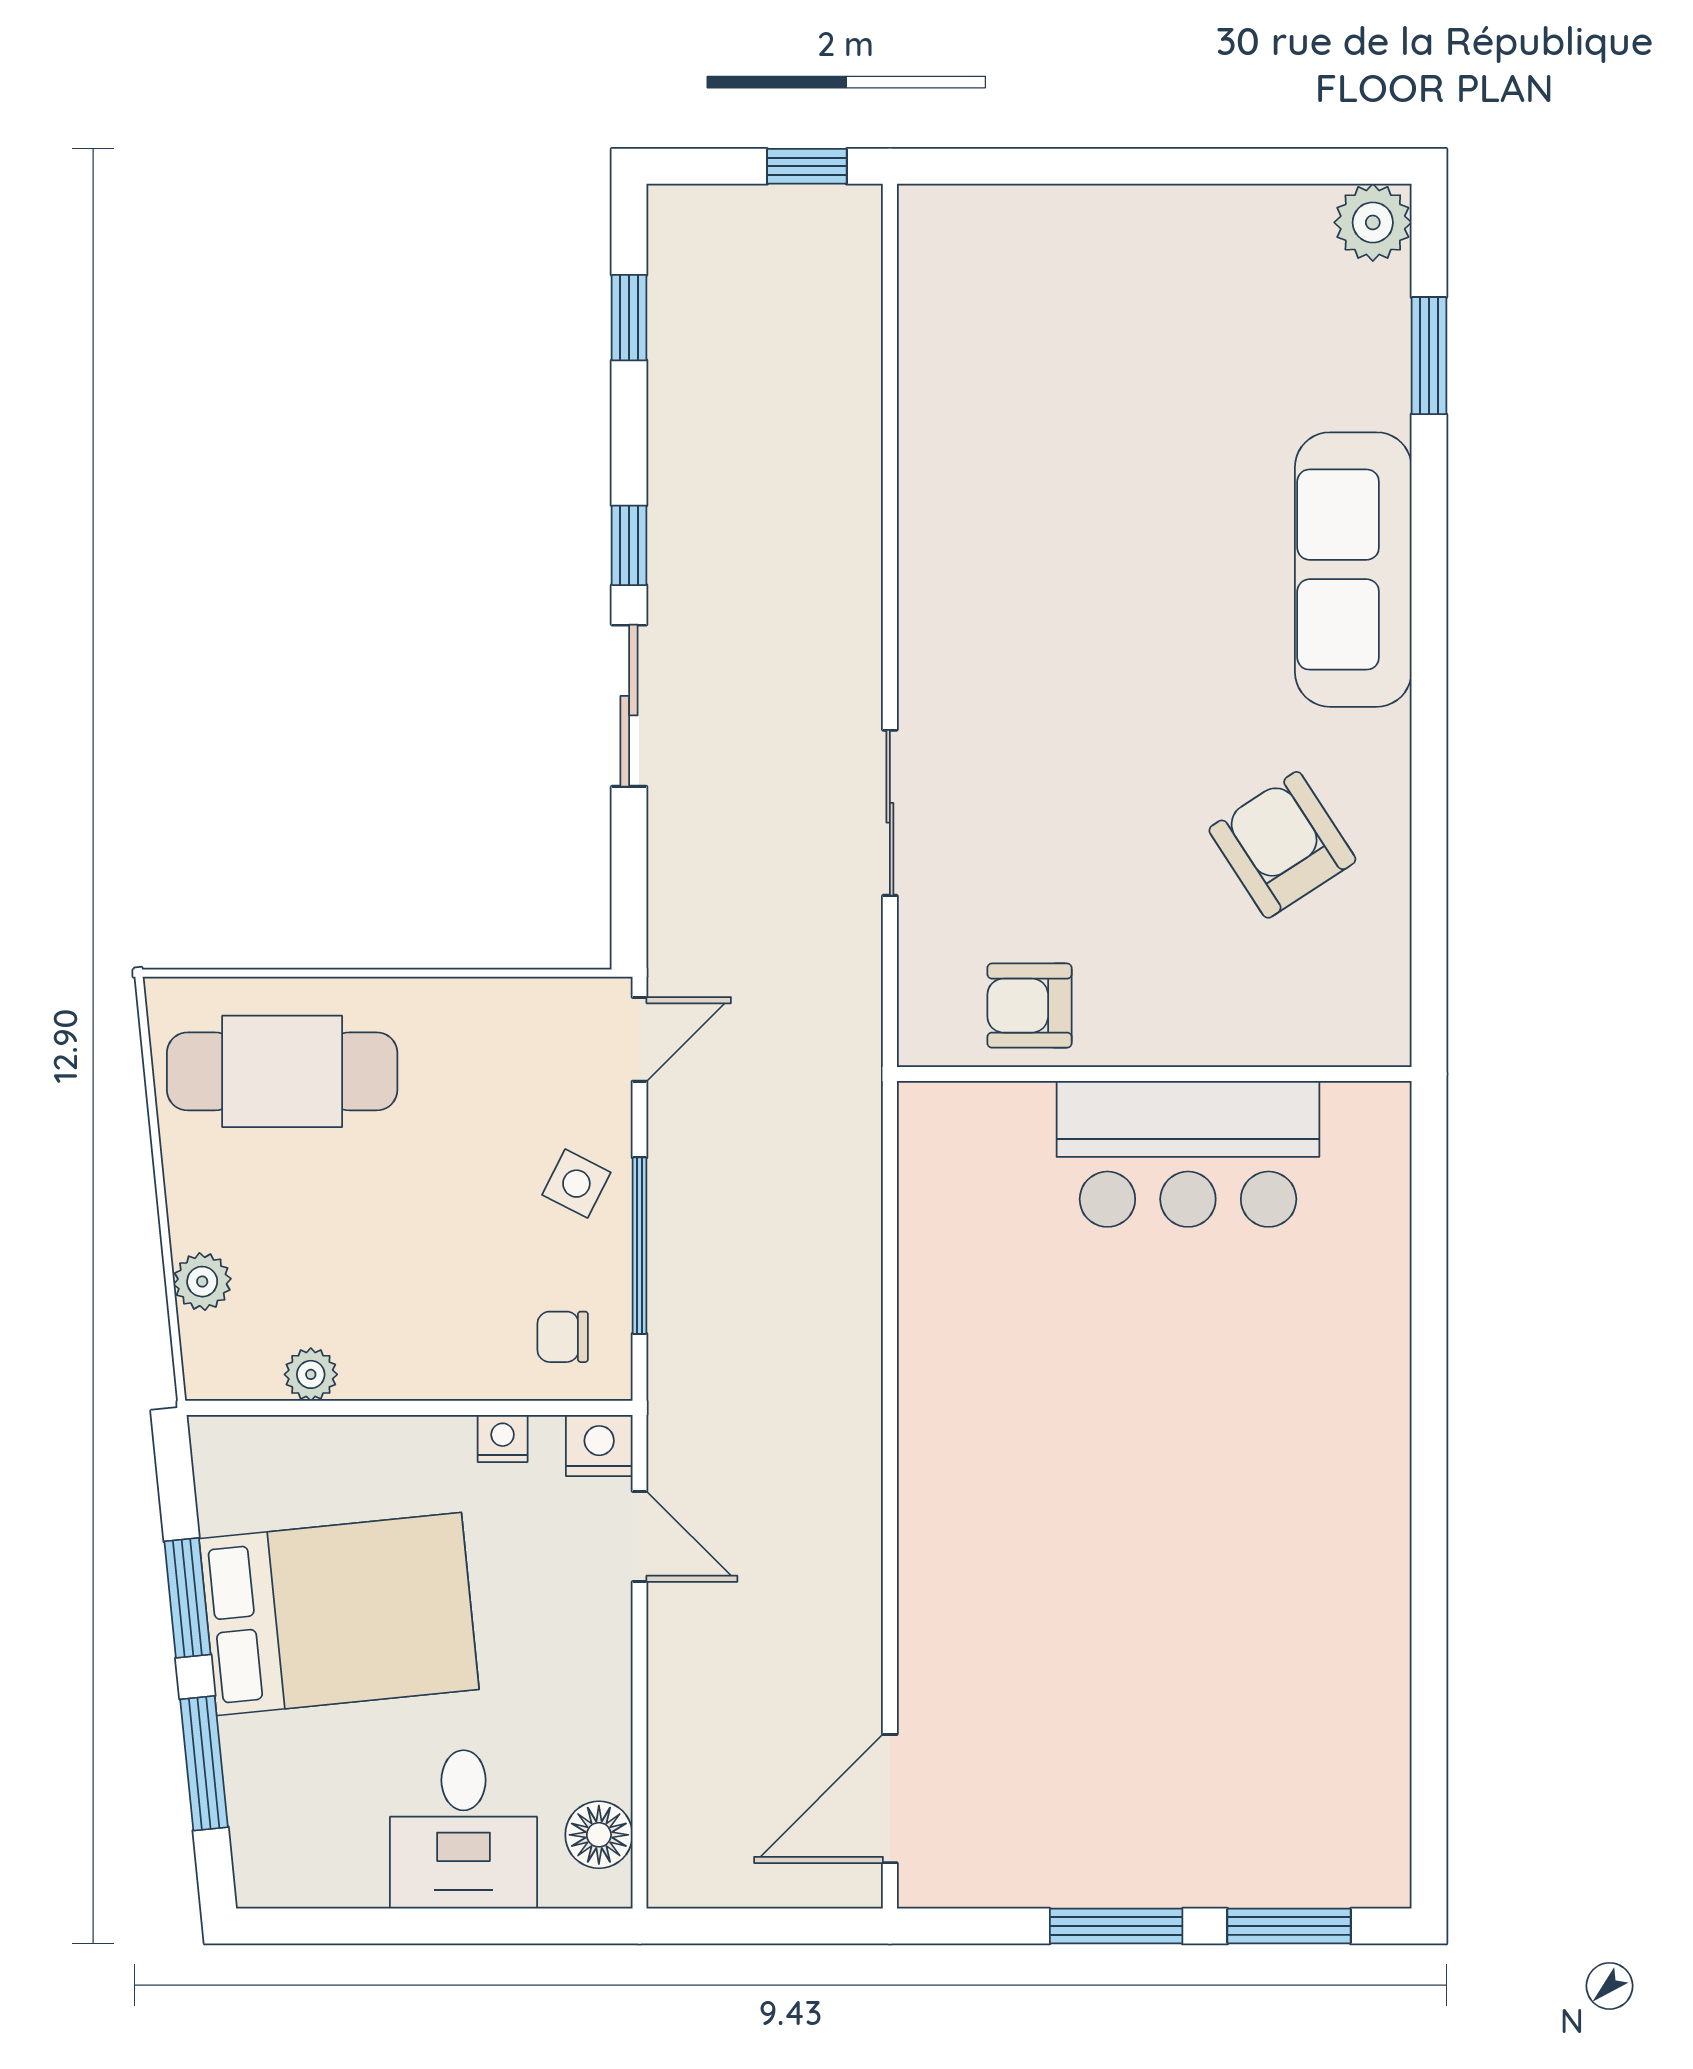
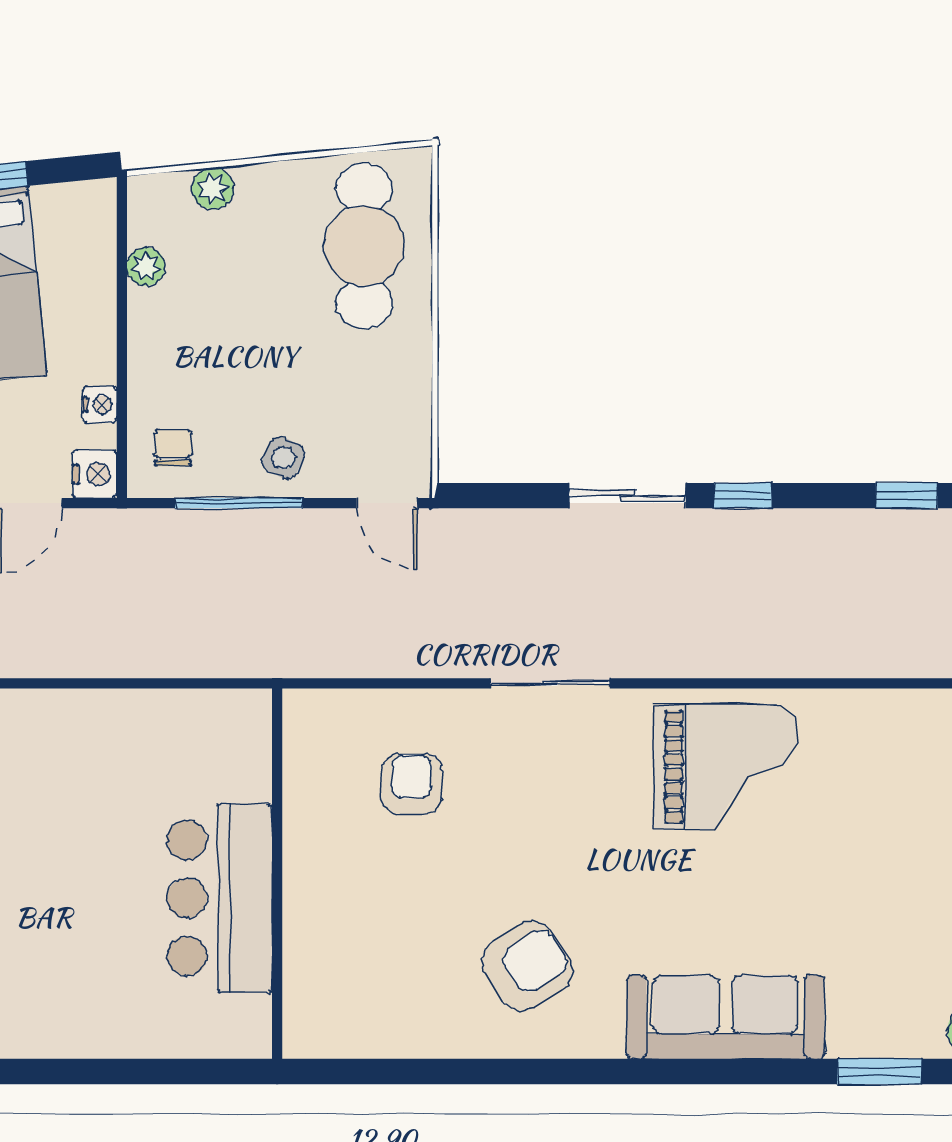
grand piano: (1006, 570) -> (725, 767), added
wall: (1154, 1074) -> (277, 874), moved
bar counter: (1188, 1154) -> (219, 898), moved

